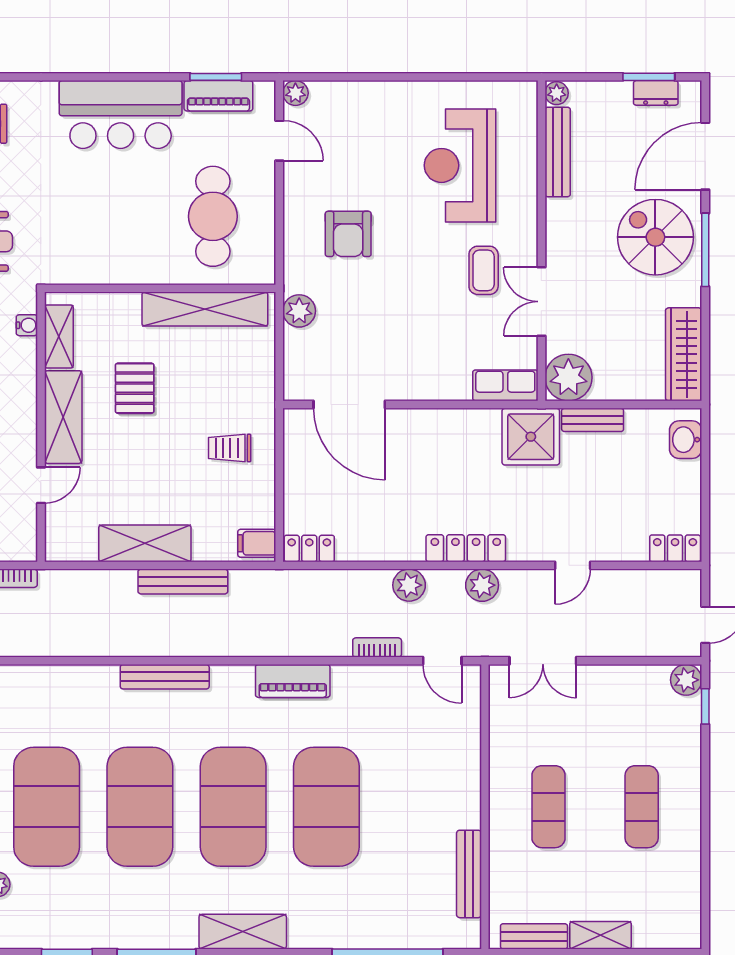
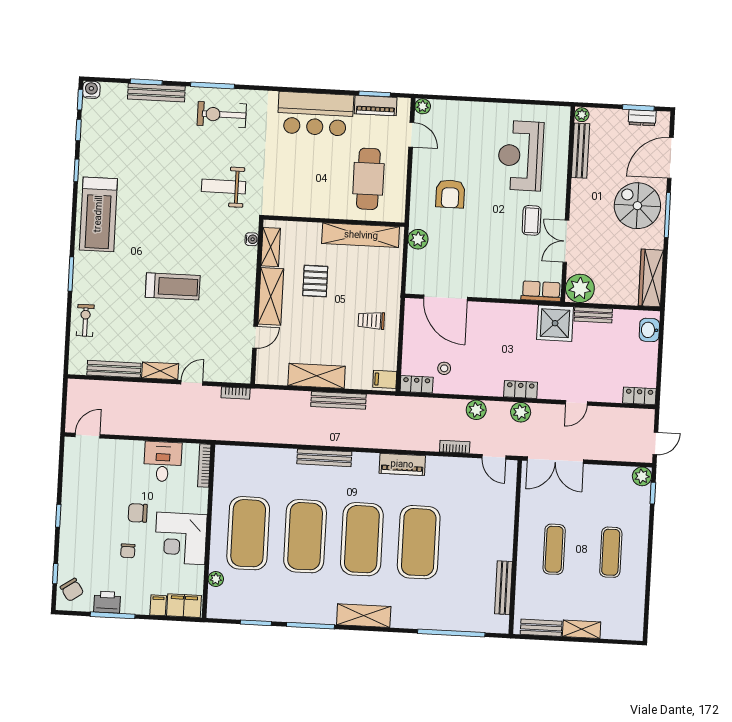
stool: (353, 520) -> (444, 368), added
locker: (466, 548) -> (521, 390), width x0.66
double door: (543, 661) -> (555, 460), width x1.37

